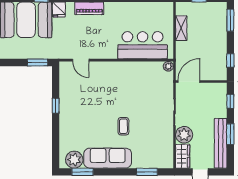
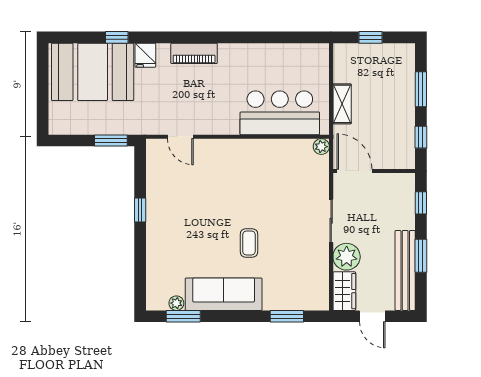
window: (230, 20) -> (421, 89), moved
shelving: (181, 28) -> (342, 104), moved
door: (189, 82) -> (354, 171), hinge flipped
plant: (74, 160) -> (176, 303), width x0.53, depth x0.53

